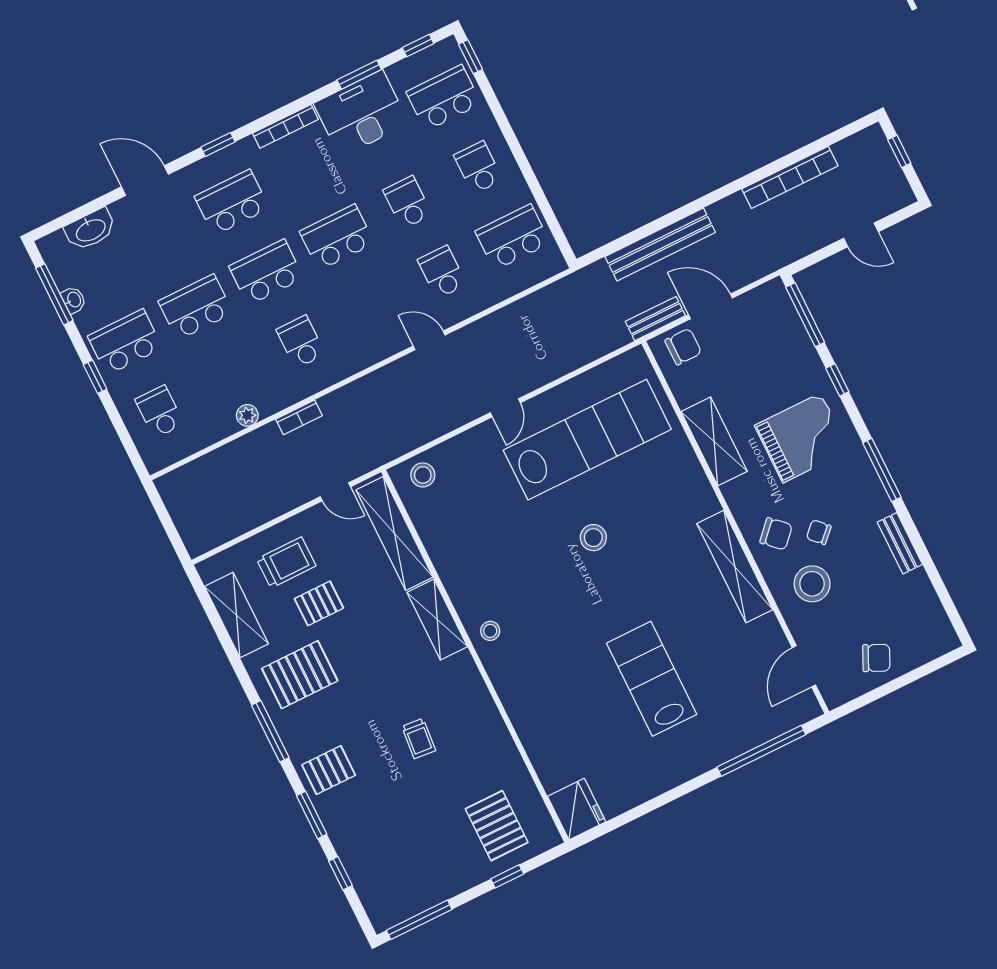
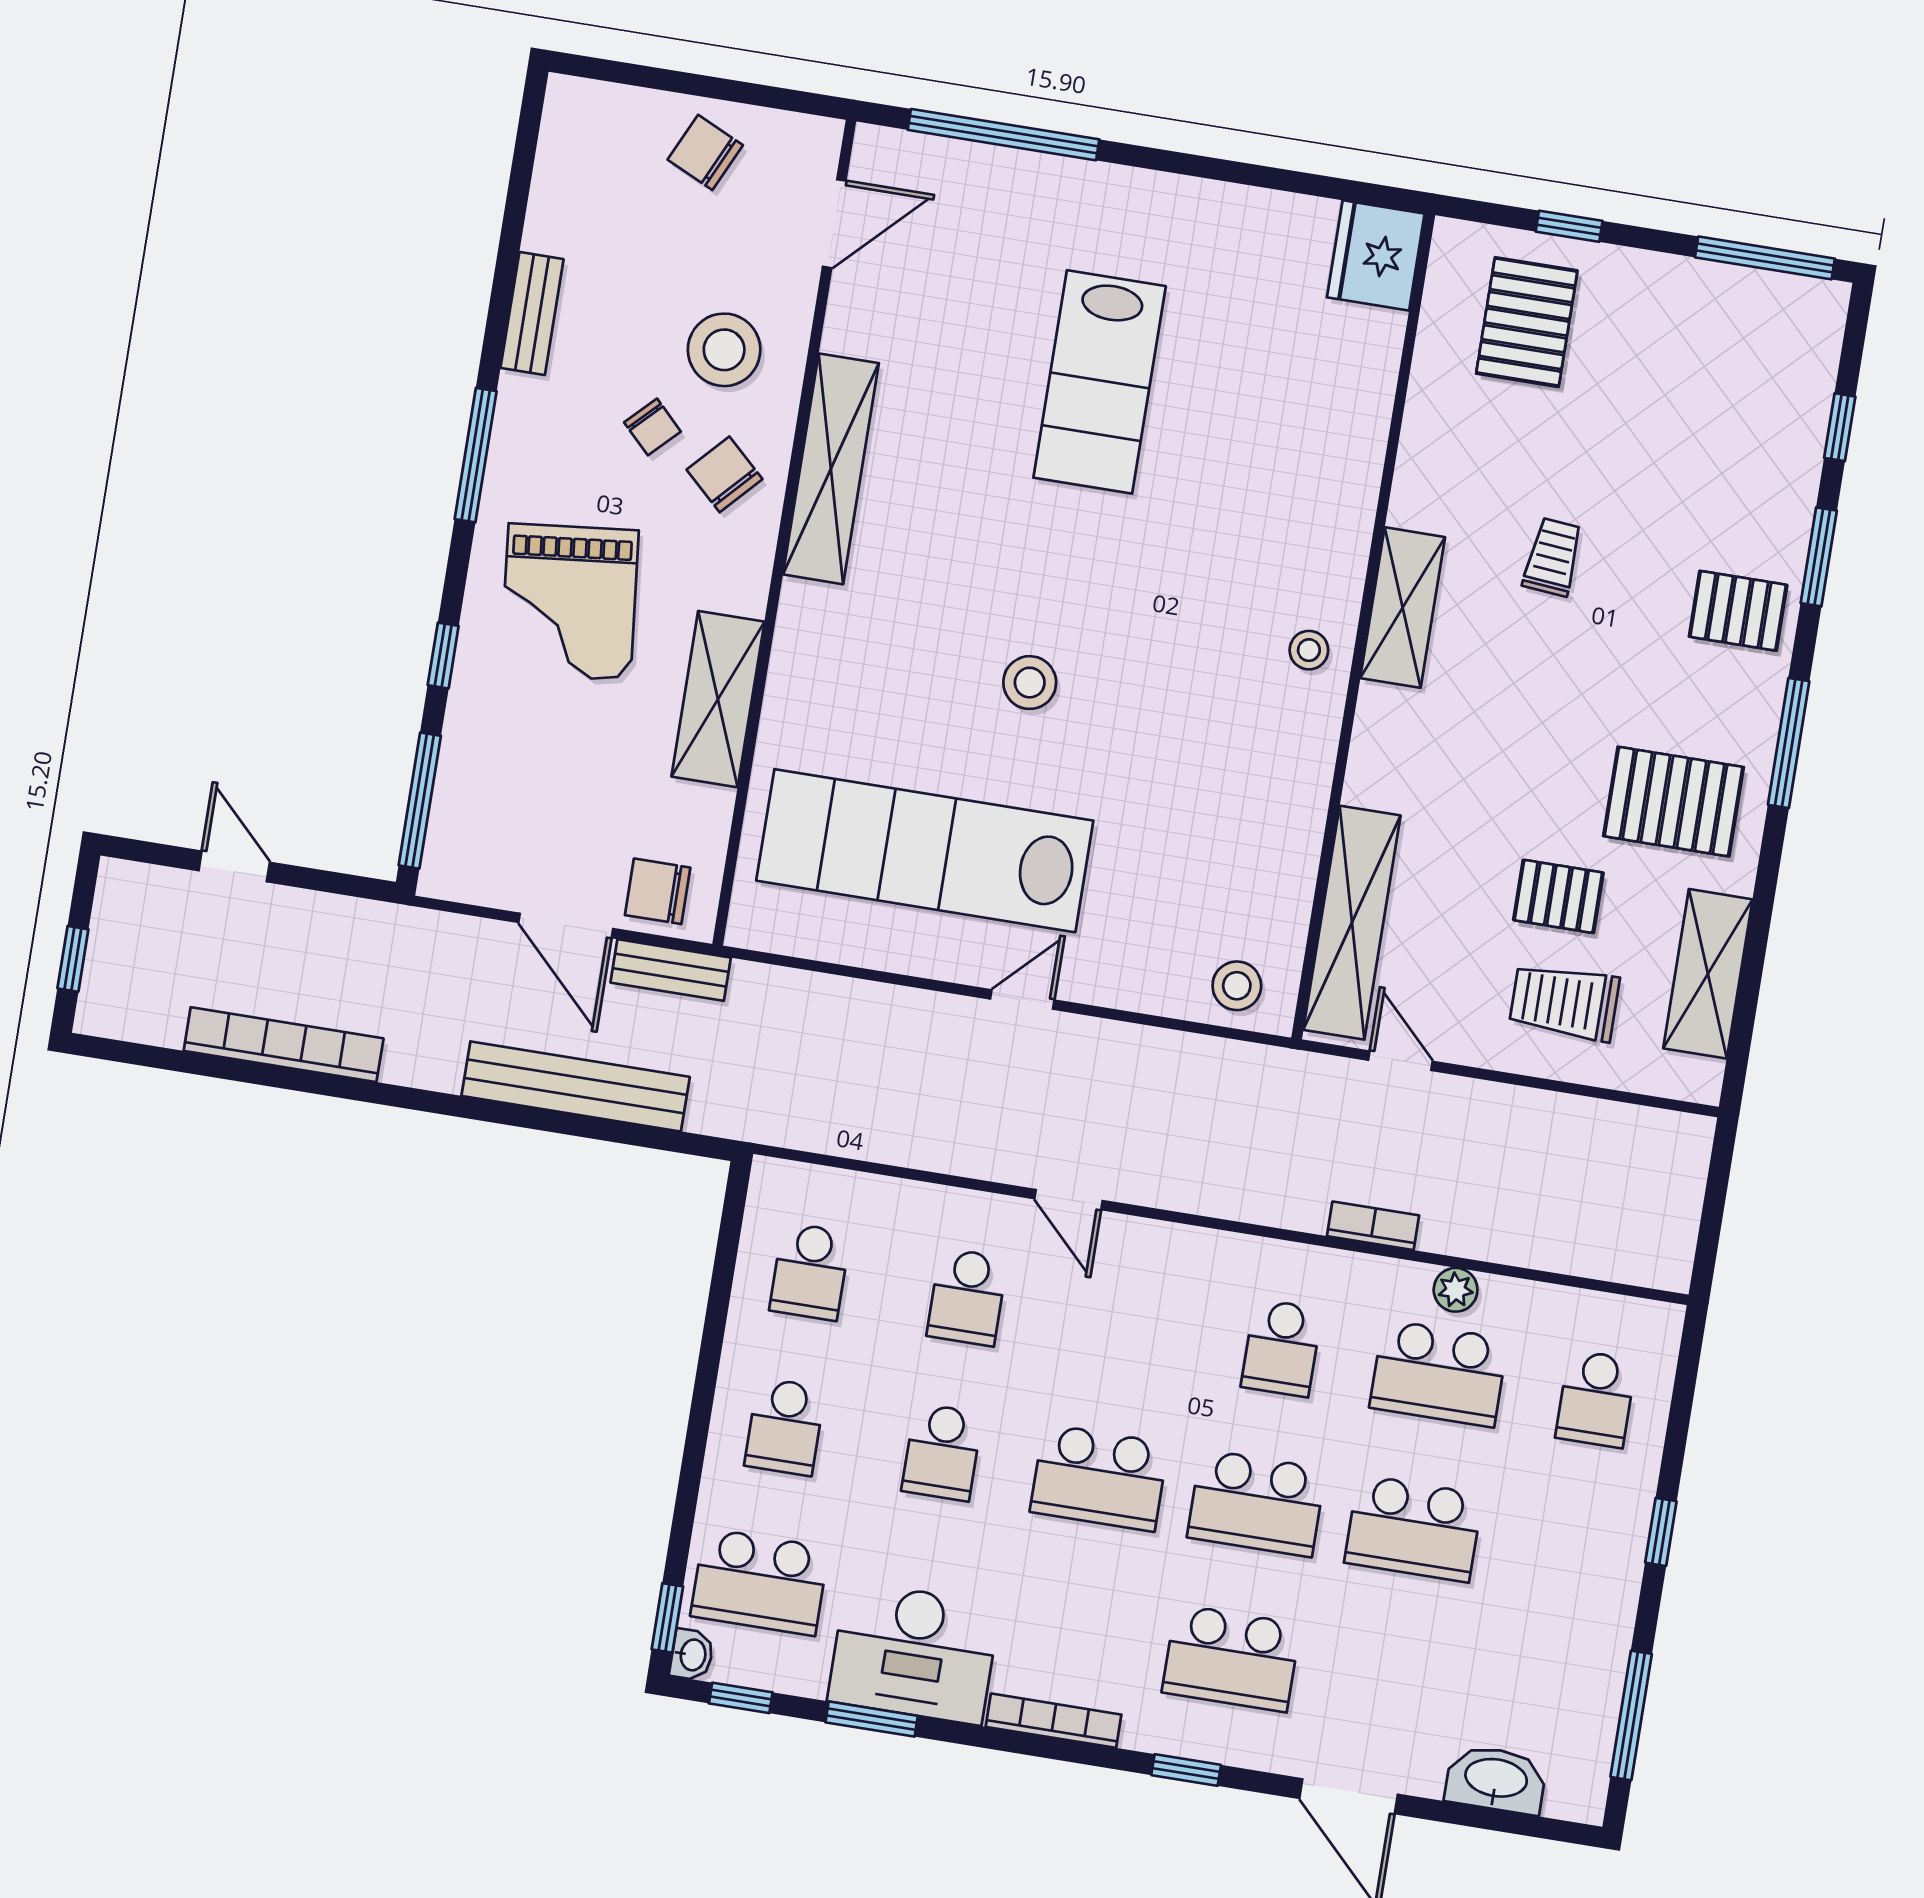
school desk: (513, 237) -> (810, 1272), width x0.54
washbasin: (74, 300) -> (692, 1655), moved, turned 180
school desk: (125, 342) -> (1439, 1373), moved
grand piano: (802, 438) -> (569, 602), turned -96
shelving: (437, 620) -> (1403, 608), moved

